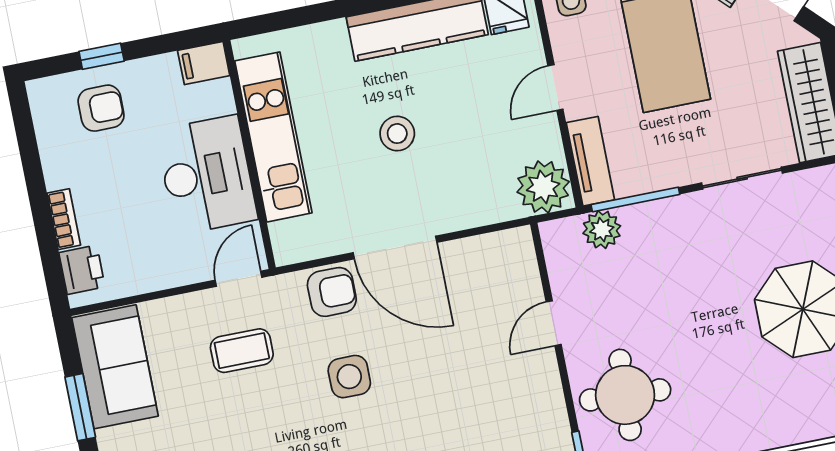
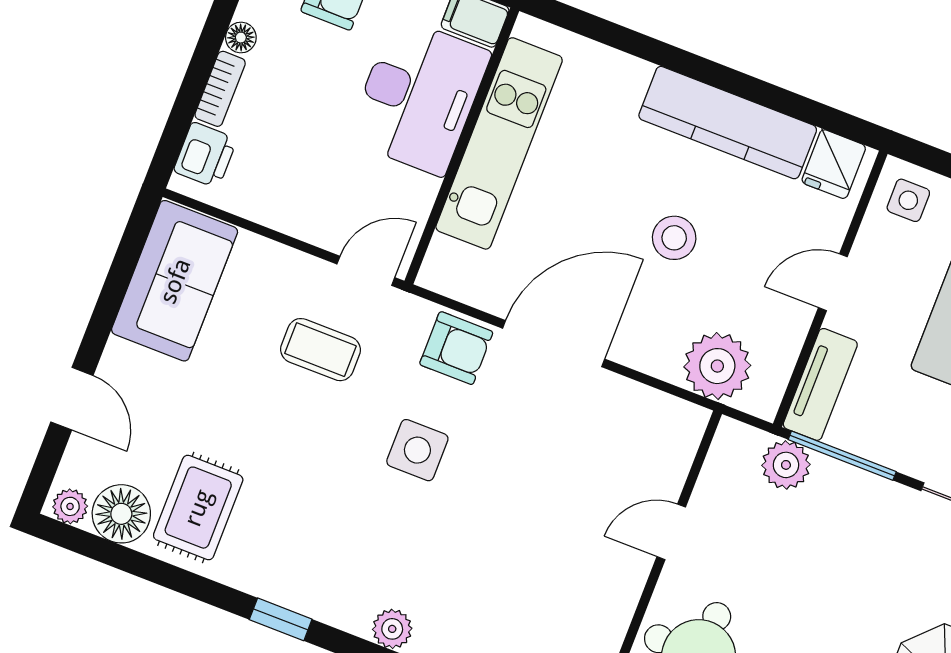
stool: (397, 134) -> (674, 238), moved
desk: (207, 175) -> (419, 96), moved
floor lamp: (56, 176) -> (241, 38), added
plant: (543, 187) -> (717, 366), moved
door: (395, 247) -> (554, 344), swing flipped
window: (80, 407) -> (110, 300), removed

